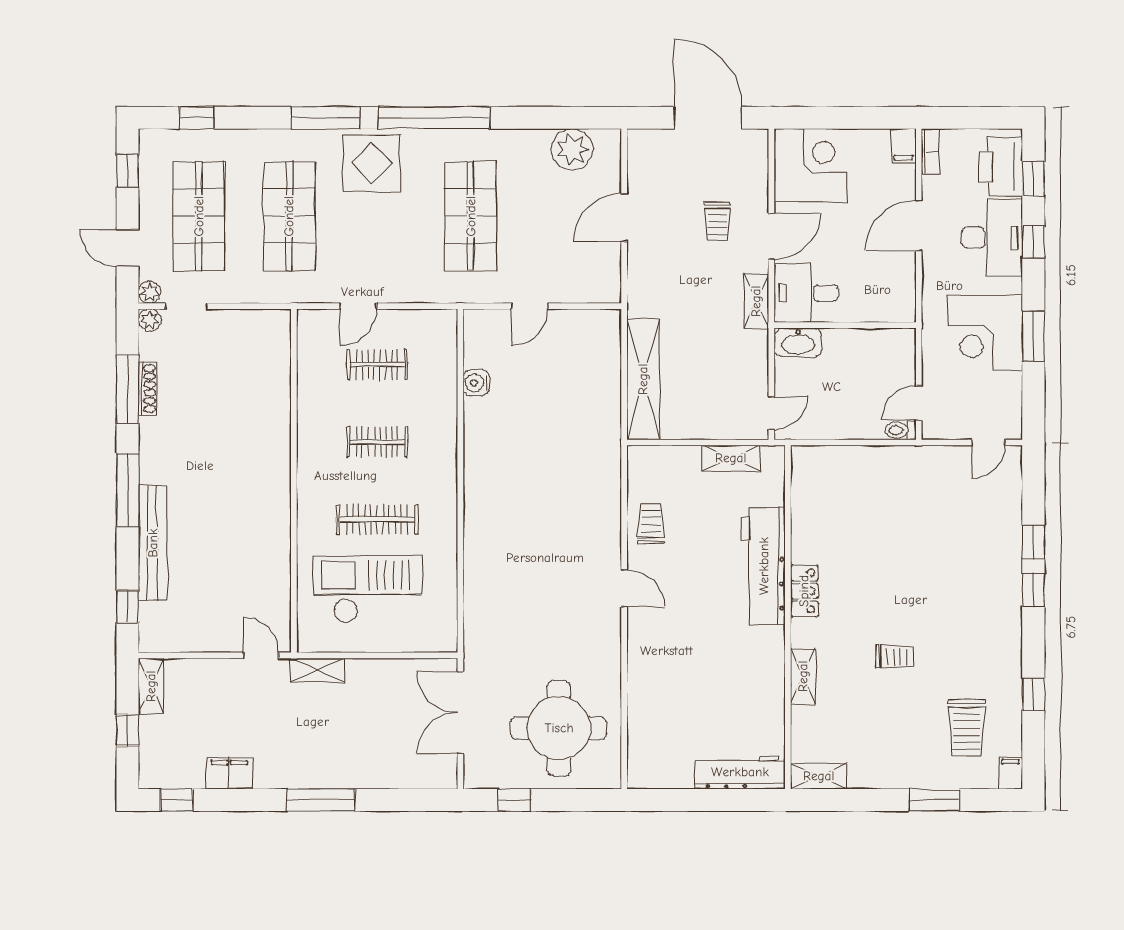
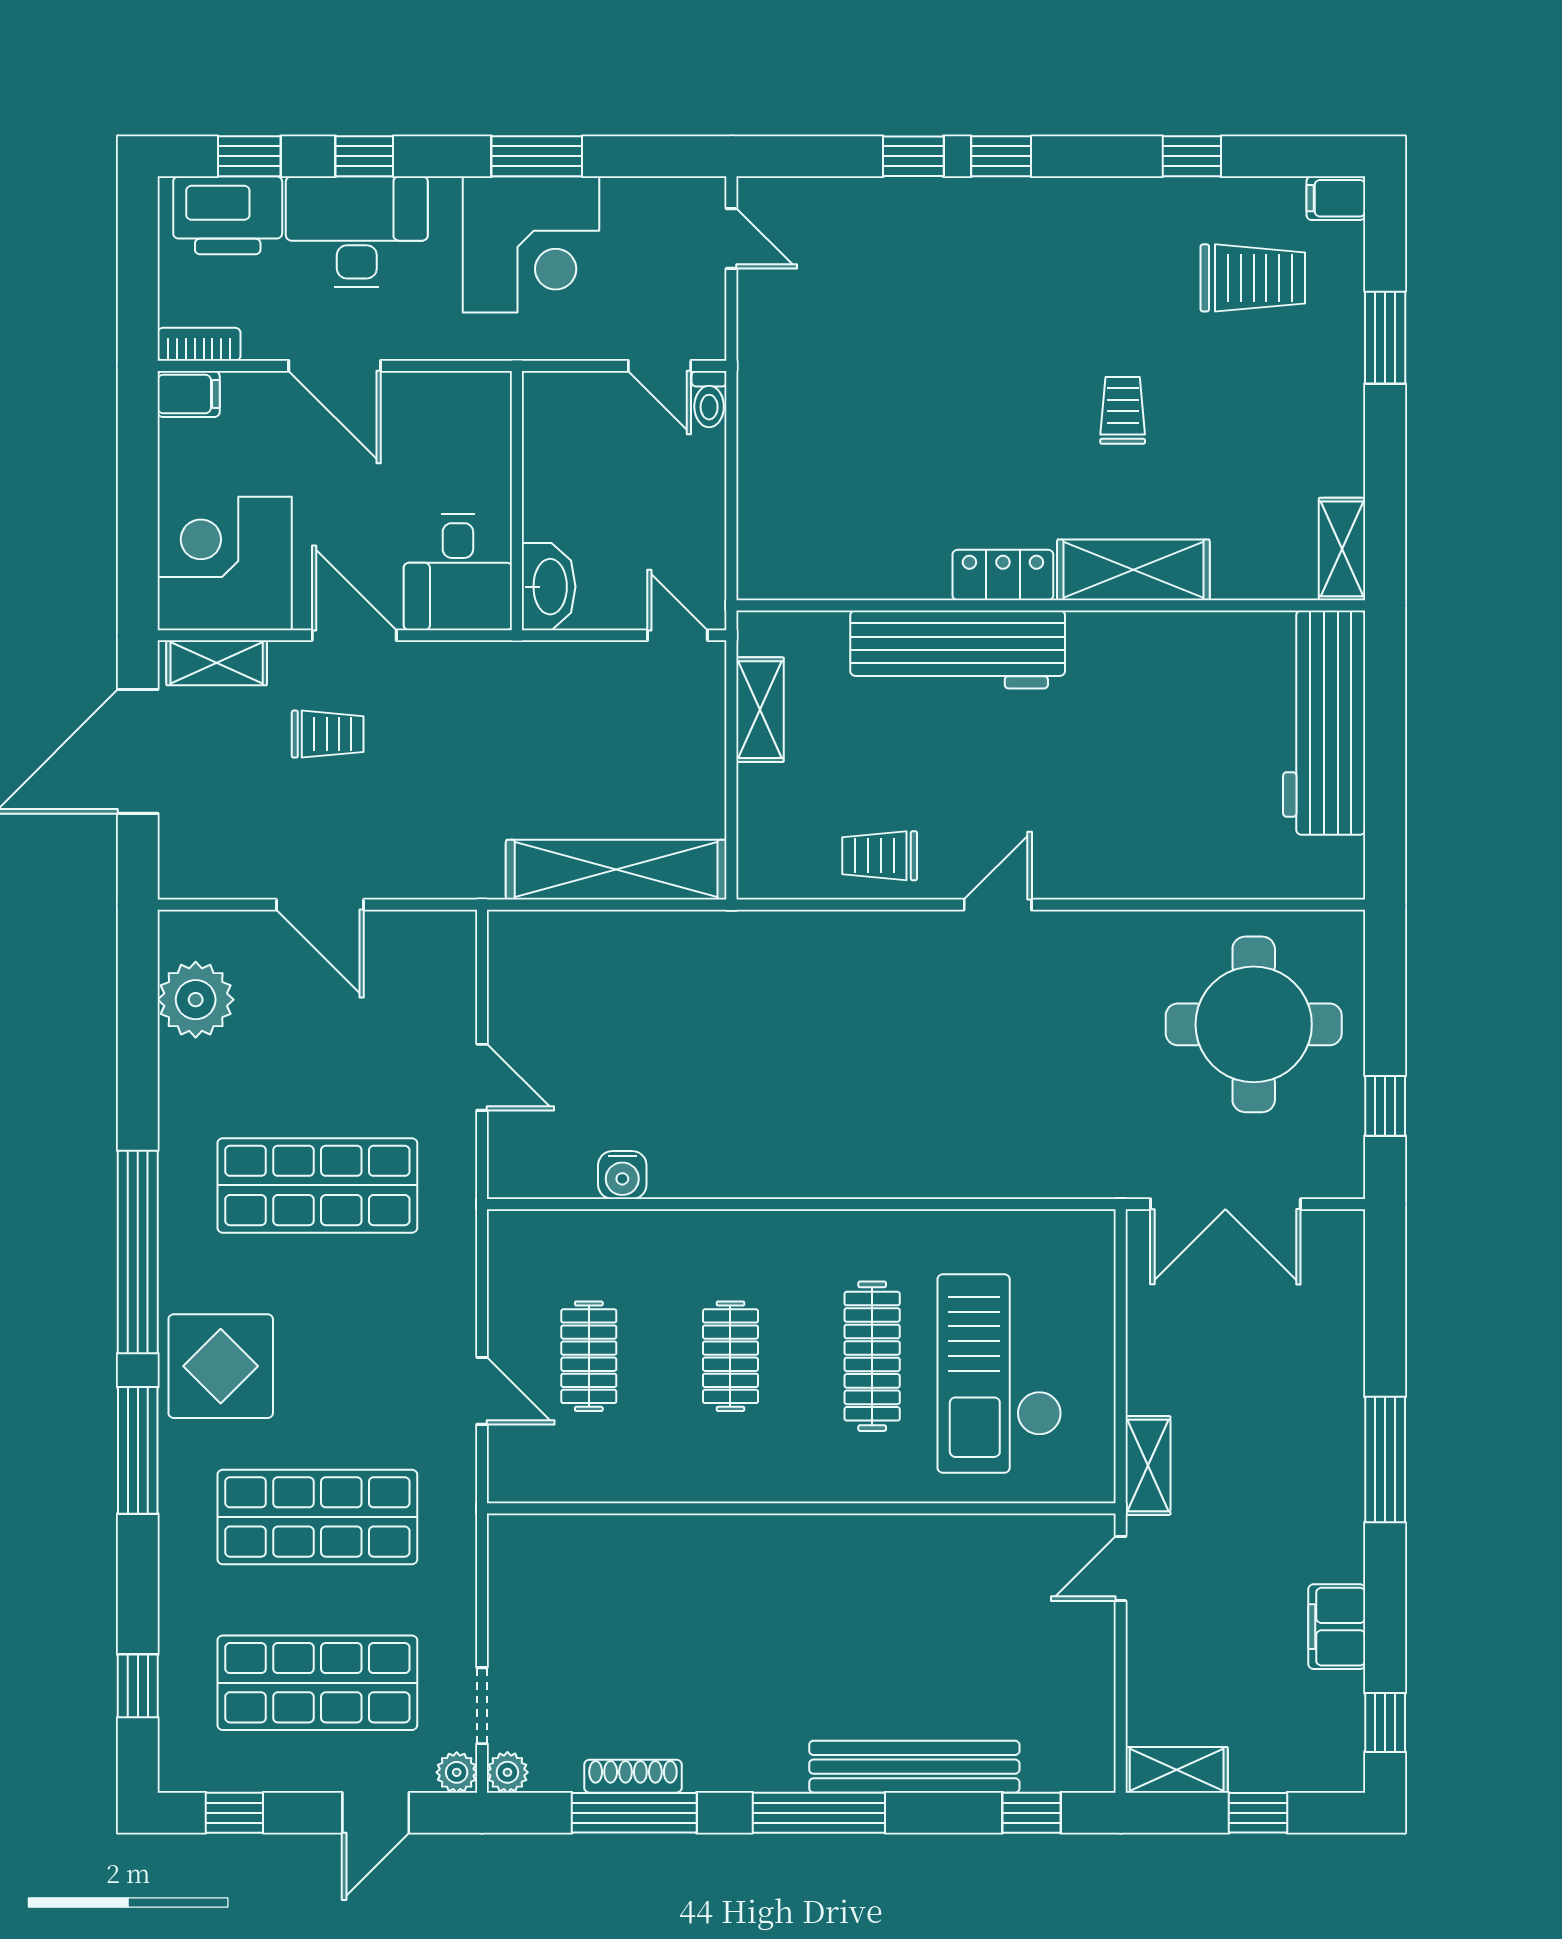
shelving: (756, 301) -> (217, 663), moved
shelving: (803, 676) -> (1133, 570), width x1.50, depth x1.33
workbench: (740, 772) -> (1324, 723), width x1.36, depth x1.32

